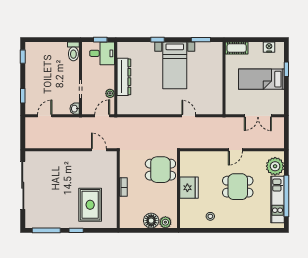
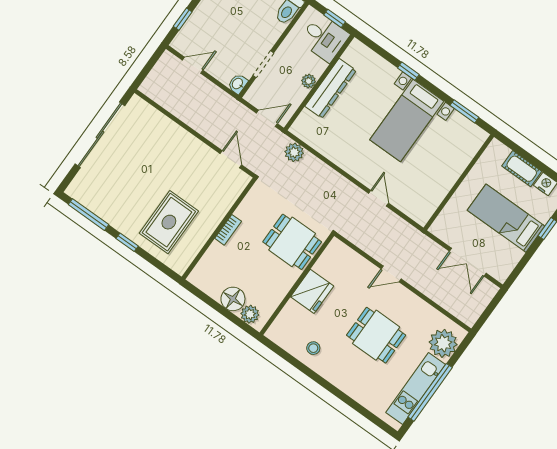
cot: (237, 48) -> (522, 169), moved
plant: (110, 93) -> (309, 81), moved
plant: (129, 123) -> (294, 152), added
door: (235, 150) -> (391, 274), moved

